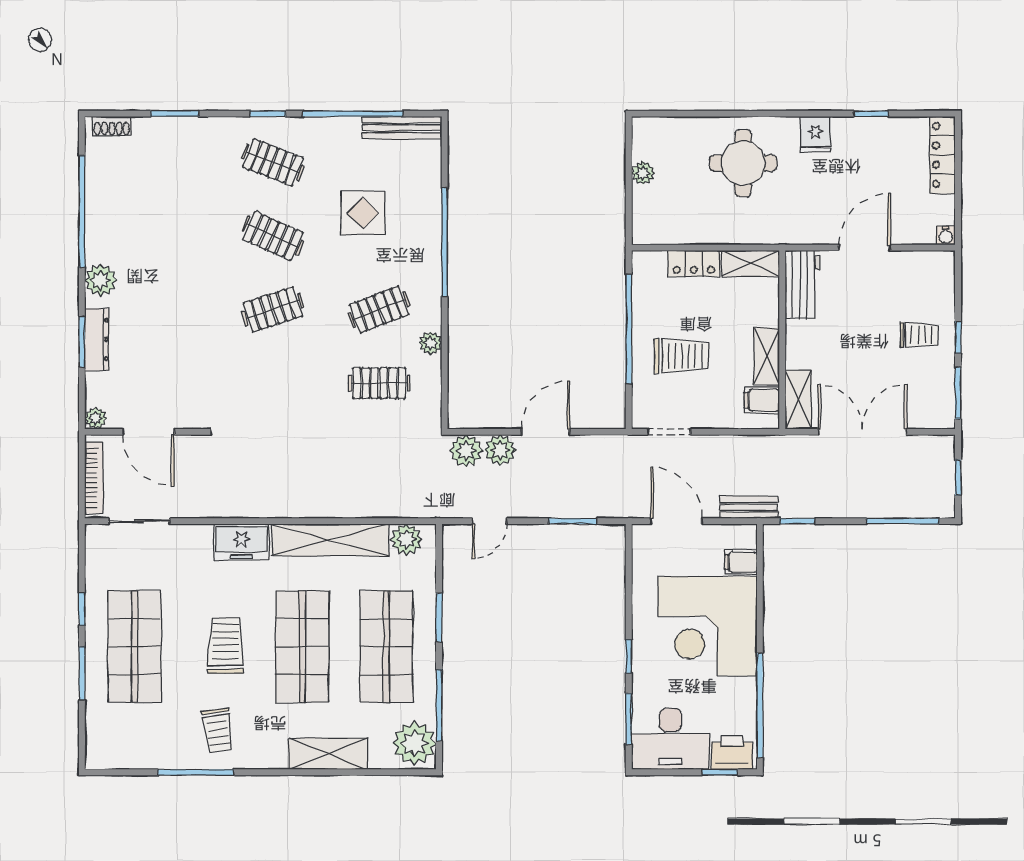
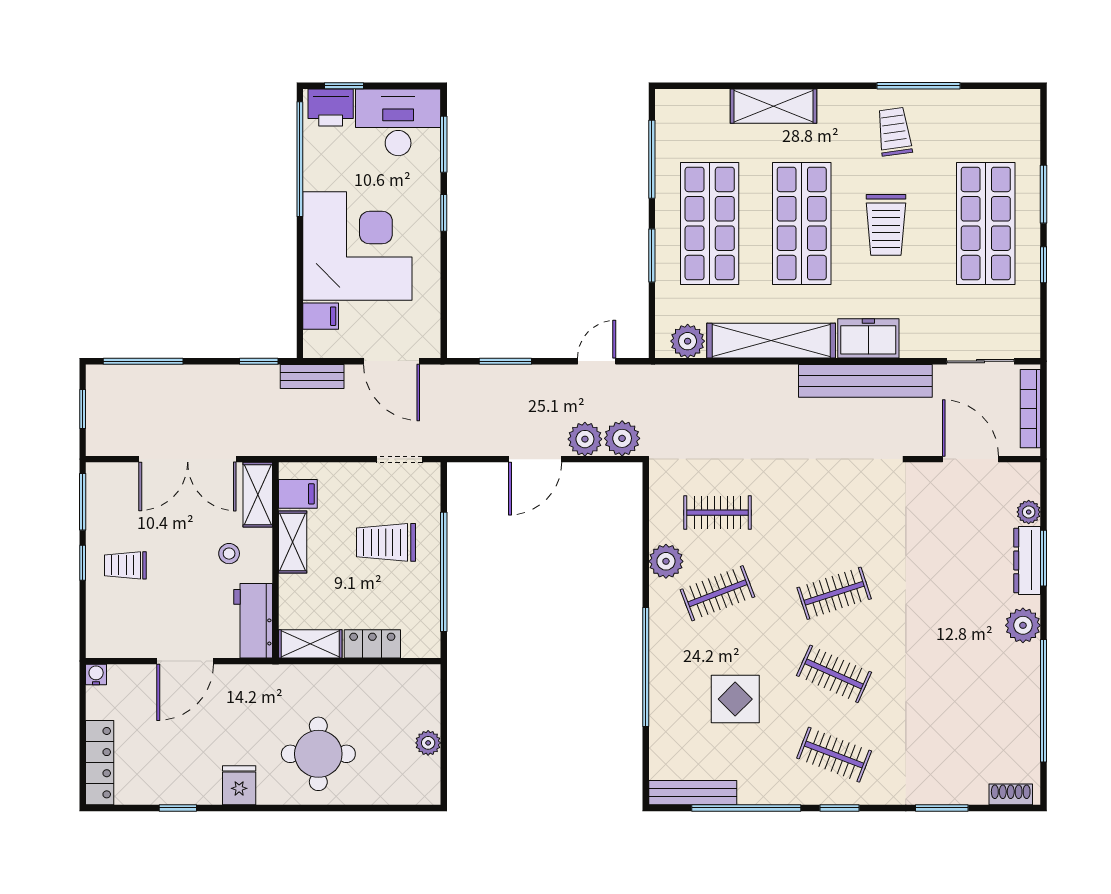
plant: (430, 343) -> (666, 561), width x1.38, depth x1.38
stool: (824, 346) -> (229, 554), added
plant: (95, 418) -> (1029, 512), moved
bench: (244, 503) -> (865, 381), added
plant: (414, 743) -> (679, 117), removed

